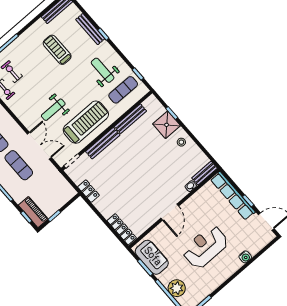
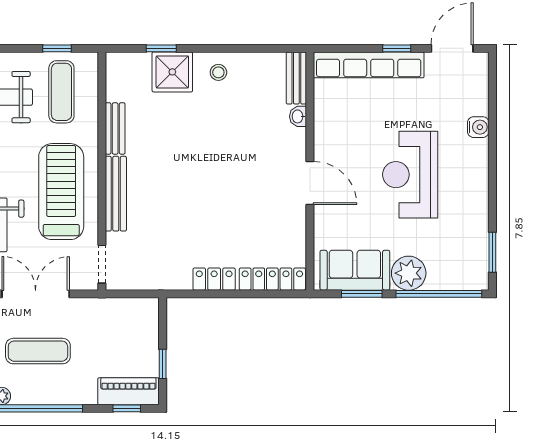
bench: (130, 119) -> (115, 128), width x0.73
locker: (88, 191) -> (214, 279), moved
plant: (177, 288) -> (409, 273), moved

